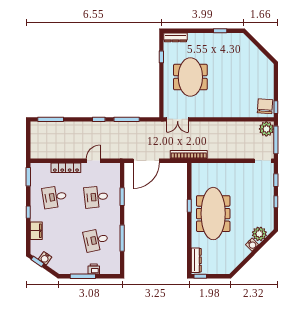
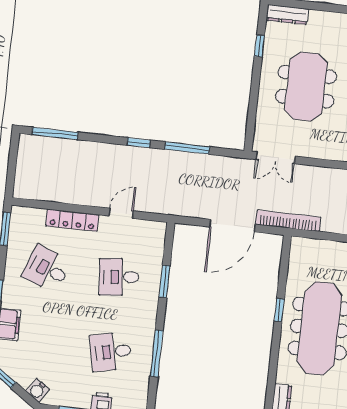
door: (146, 161) -> (232, 226), moved
desk: (54, 197) -> (47, 269), turned 30
water cooler: (45, 258) -> (38, 390), moved

